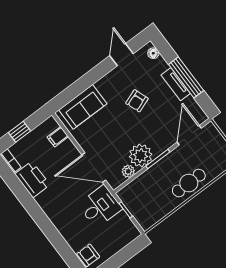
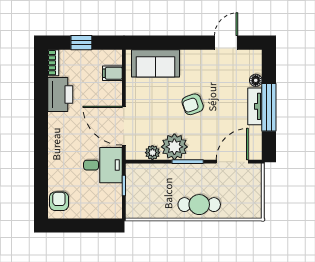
floor lamp: (153, 53) -> (256, 80), moved
armchair: (137, 101) -> (193, 104), moved

